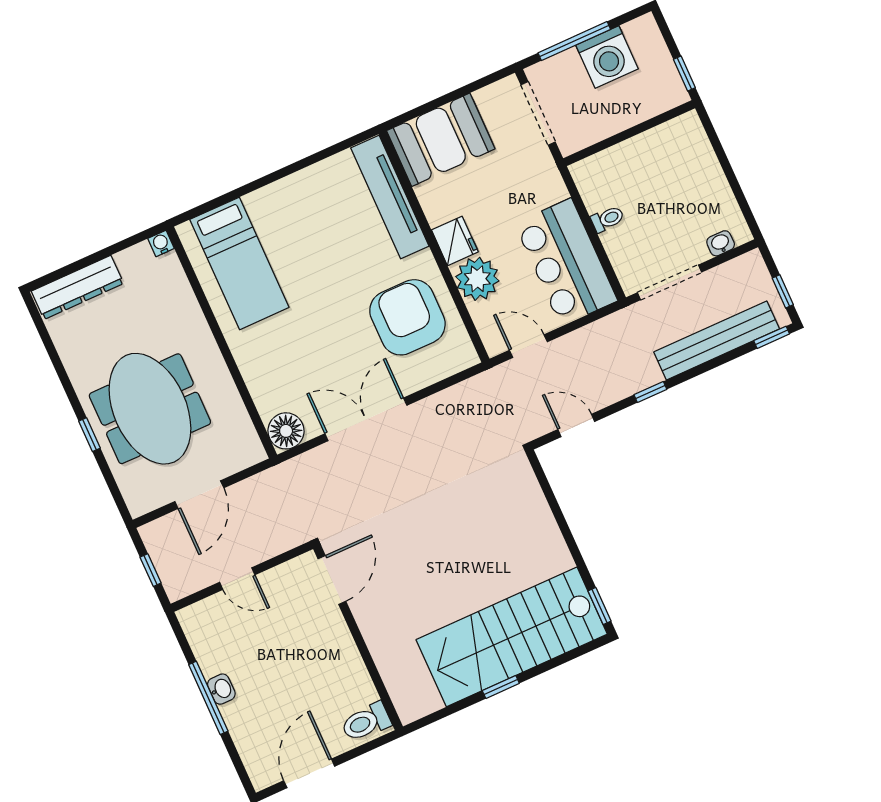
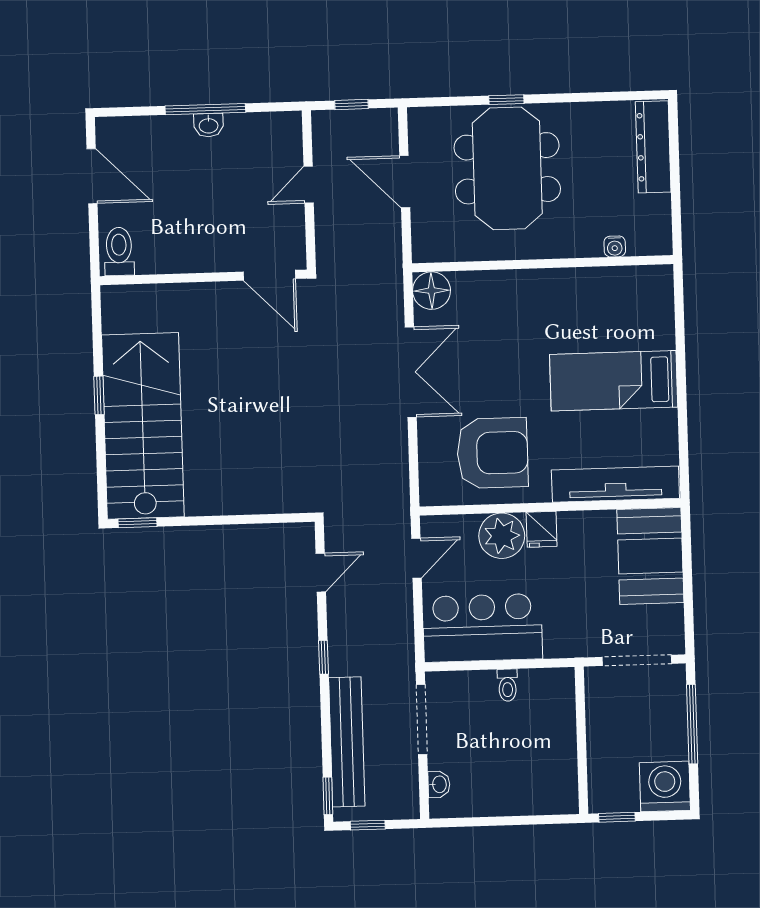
washing machine: (607, 57) -> (665, 786), moved, turned 90
fridge: (455, 241) -> (542, 529), width x0.72
water cooler: (161, 243) -> (615, 246), moved, turned 90
bed: (239, 263) -> (614, 381), moved
meeting table: (150, 409) -> (507, 168), turned 90

